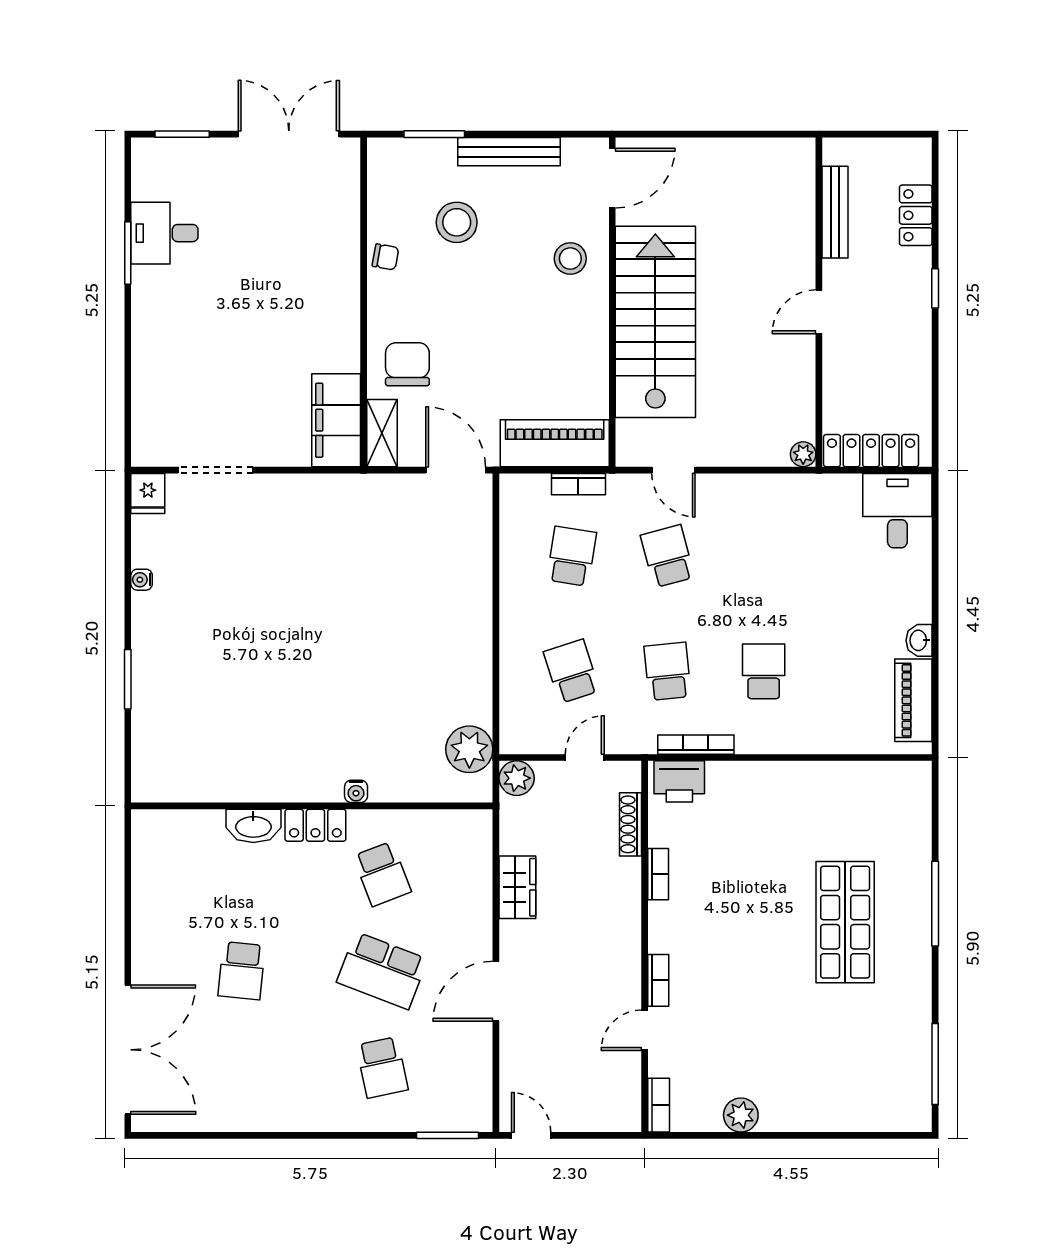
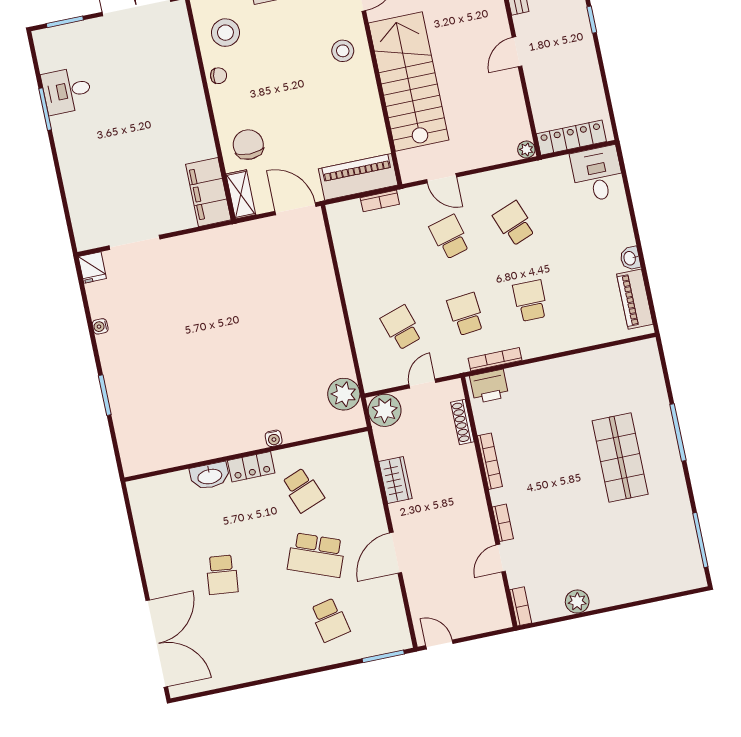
stool: (457, 222) -> (225, 33), moved
school desk: (572, 556) -> (514, 223), moved, turned -30
plant: (517, 778) -> (385, 410), width x1.36, depth x1.36
bookcase: (658, 874) -> (490, 461), width x1.56

